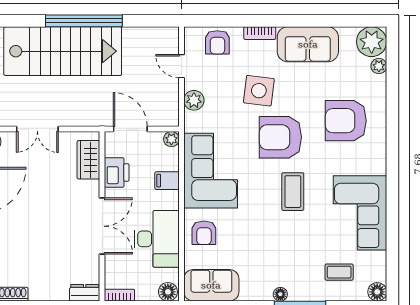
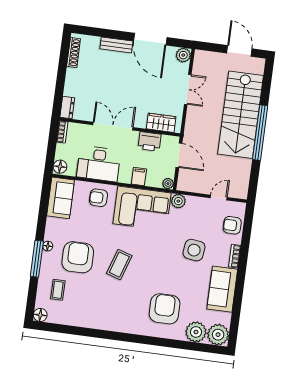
plant: (379, 66) -> (196, 332), width x1.87, depth x1.87
plant: (194, 100) -> (178, 201), moved
double door: (37, 129) -> (188, 89), swing flipped
door: (130, 129) -> (179, 155), hinge flipped
armchair: (280, 137) -> (78, 257), moved
coffee table: (293, 192) -> (119, 265), turned -72
corner sofa: (360, 213) -> (98, 310), removed
double door: (102, 226) -> (113, 126), swing flipped

